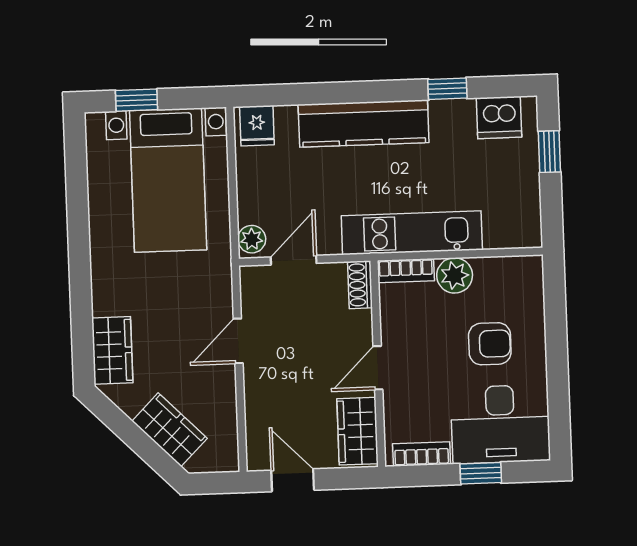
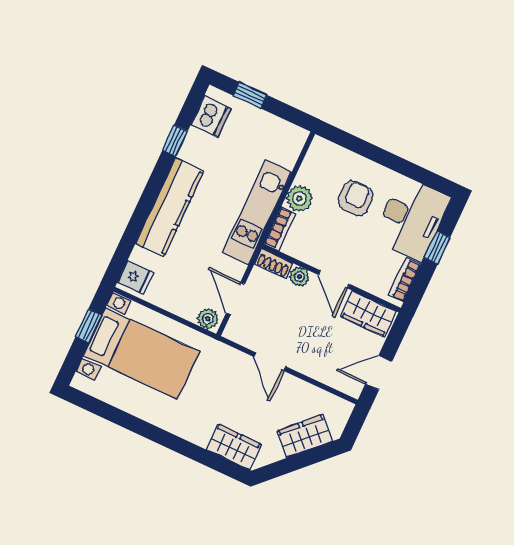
window: (137, 100) -> (89, 326), moved
plant: (360, 324) -> (299, 277), added

